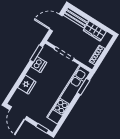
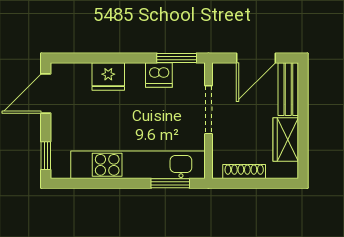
door: (56, 23) -> (256, 58), swing flipped

